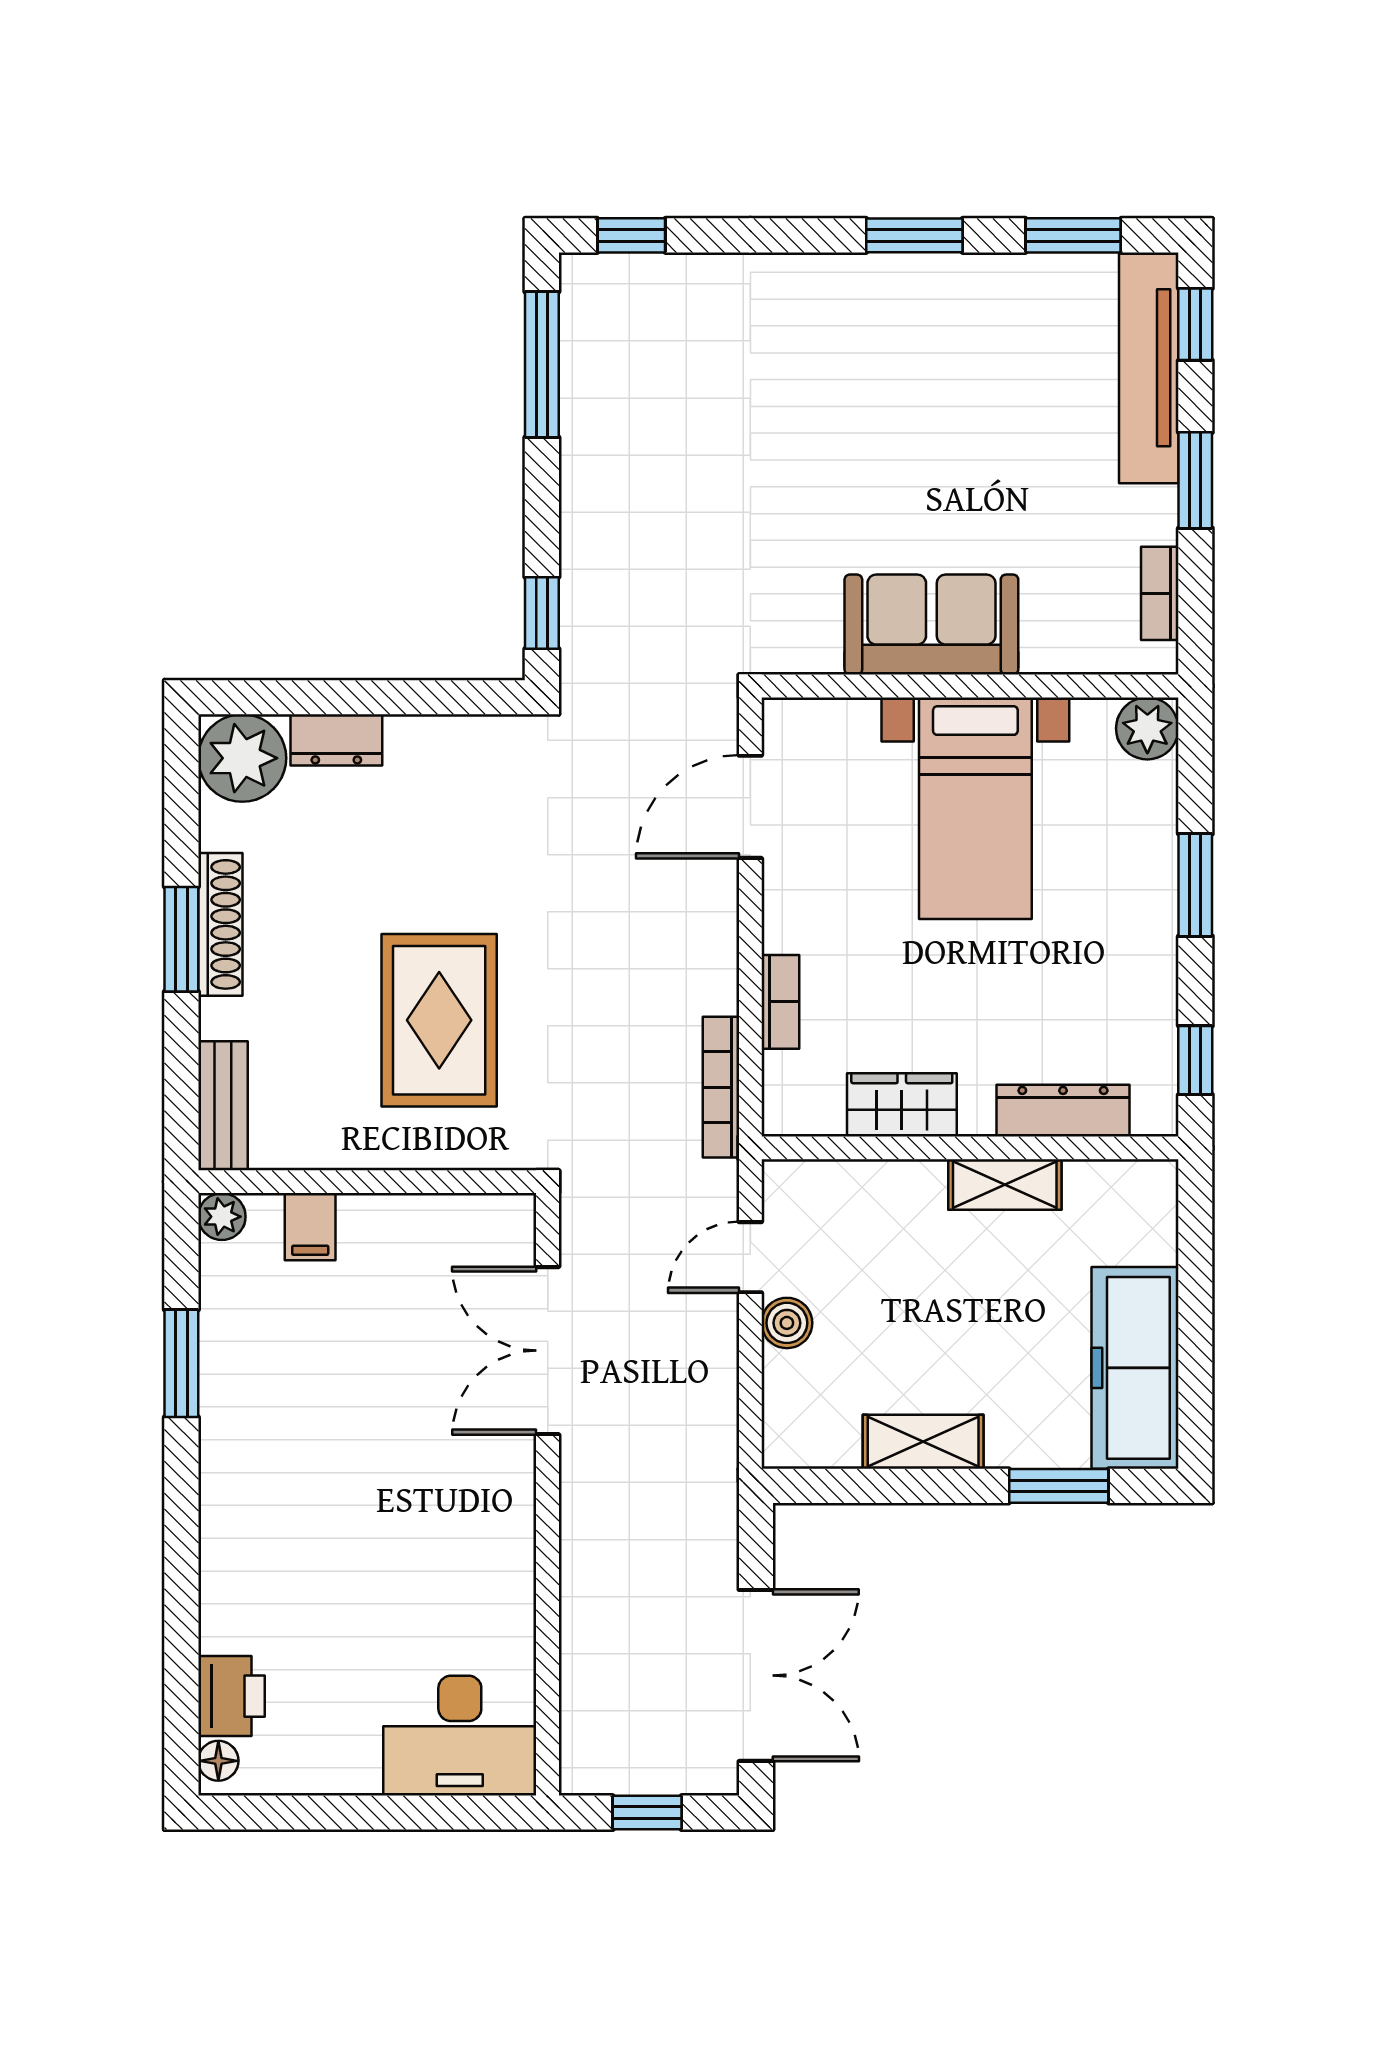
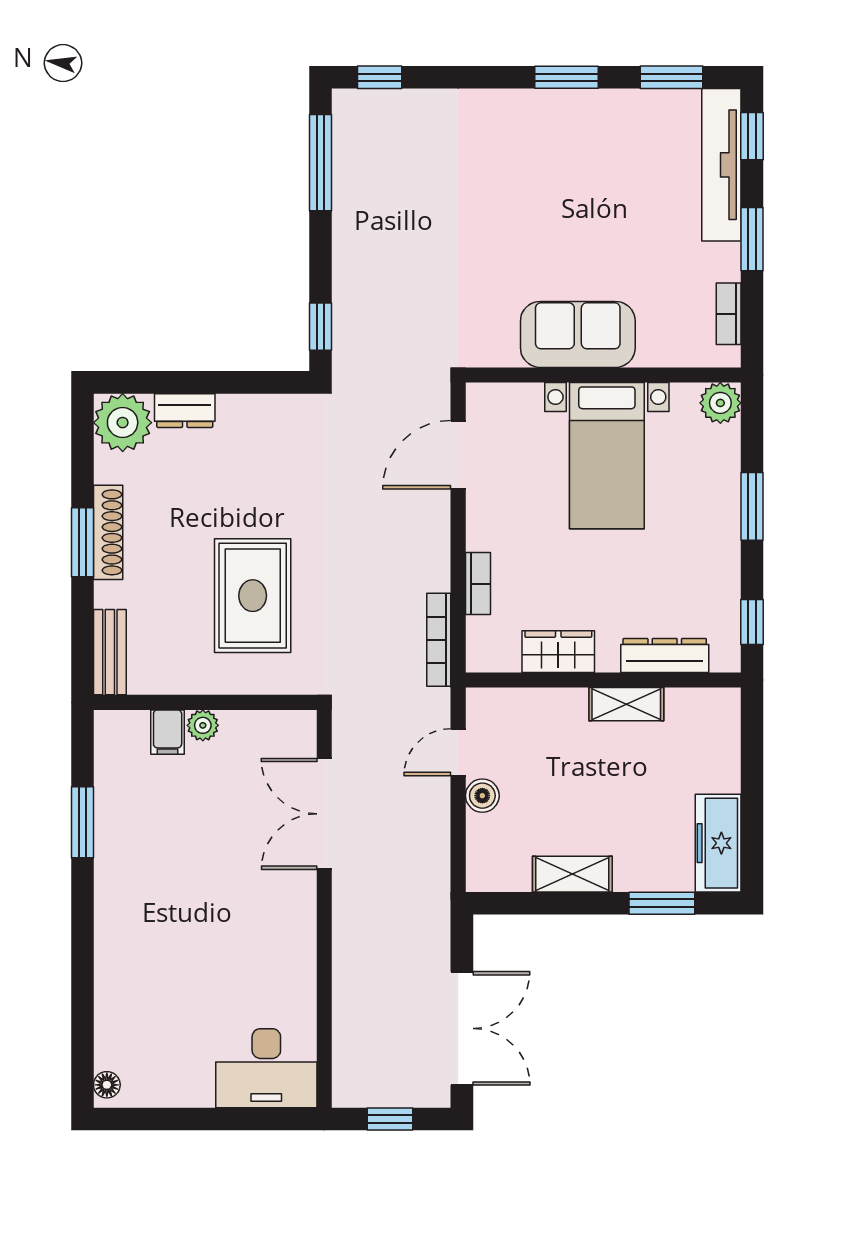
plant: (222, 1217) -> (203, 725), moved
freezer: (1135, 1368) -> (718, 843), width x0.73, depth x0.79
printer: (231, 1696) -> (115, 1042), removed

